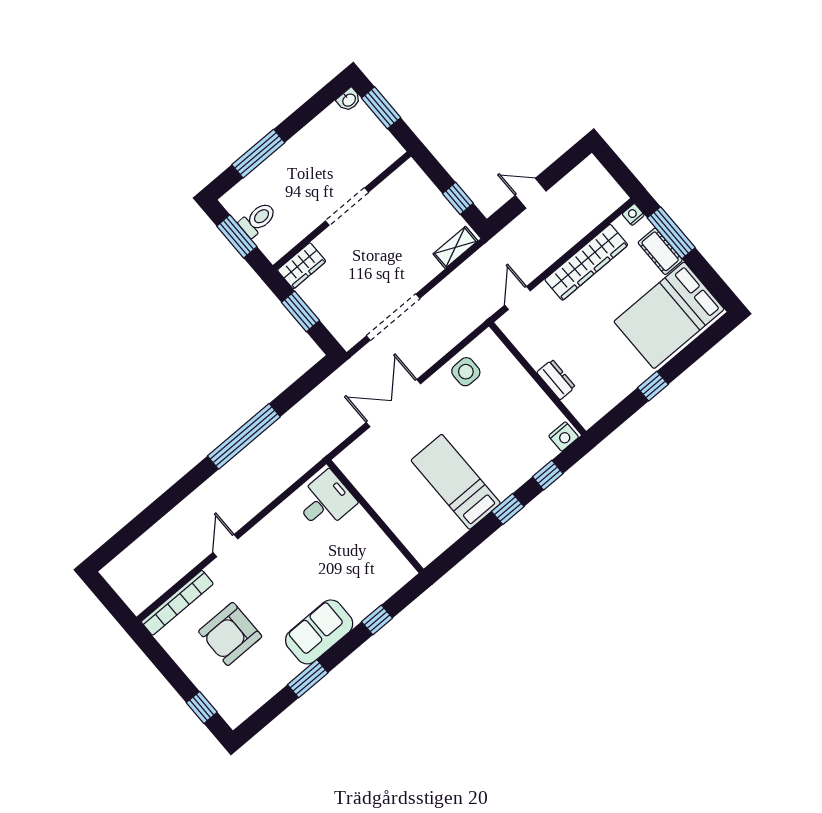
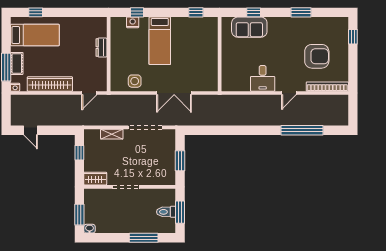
door: (531, 193) -> (30, 130), moved
shelving: (455, 247) -> (112, 134), moved
wardrobe: (302, 266) -> (95, 179), moved
bed: (669, 315) -> (35, 35), width x0.67
window: (653, 386) -> (36, 12), moved
window: (244, 436) -> (302, 130), moved
nightstand: (564, 436) -> (133, 22), moved
bed: (456, 482) -> (160, 41), moved
desk: (325, 501) -> (263, 78), moved, turned -90
window: (508, 509) -> (196, 12), moved
sofa: (319, 632) -> (249, 27), moved

